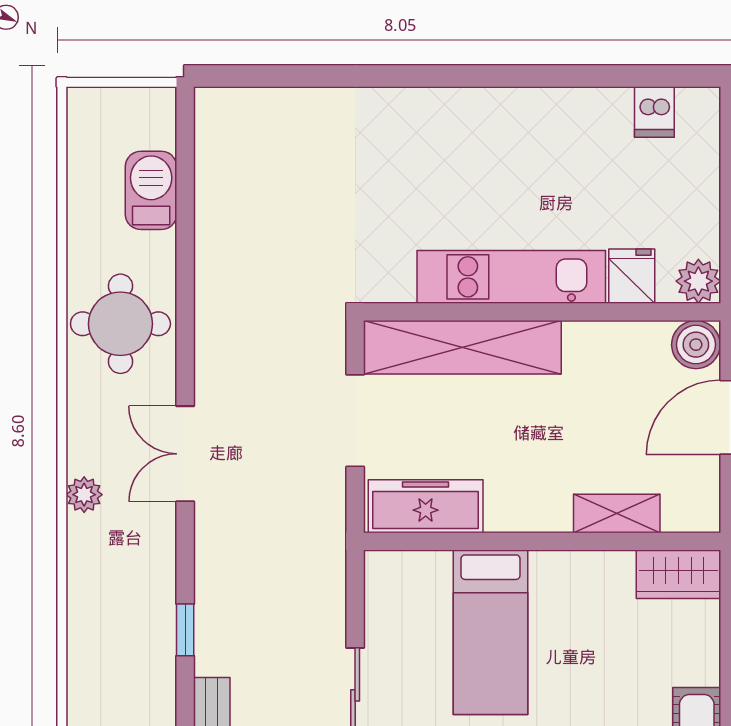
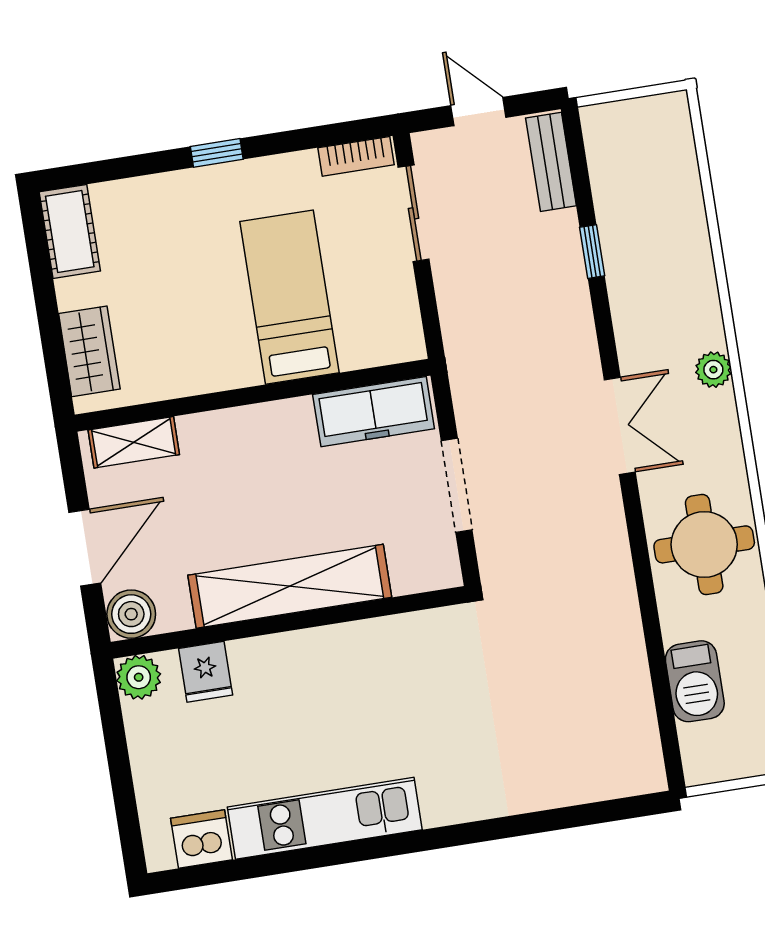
dishwasher: (654, 112) -> (201, 839), width x1.38
kitchen unit: (511, 277) -> (325, 818), moved, turned 180
shelving: (462, 347) -> (290, 586), moved
shelving: (617, 513) -> (134, 442), moved
wardrobe: (679, 574) -> (89, 351), moved, turned 90

